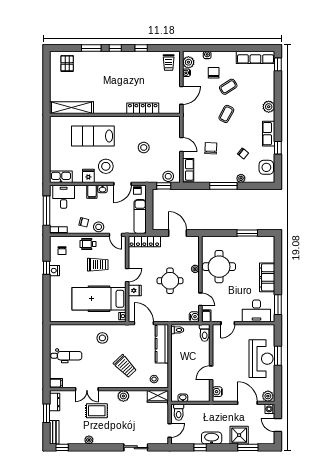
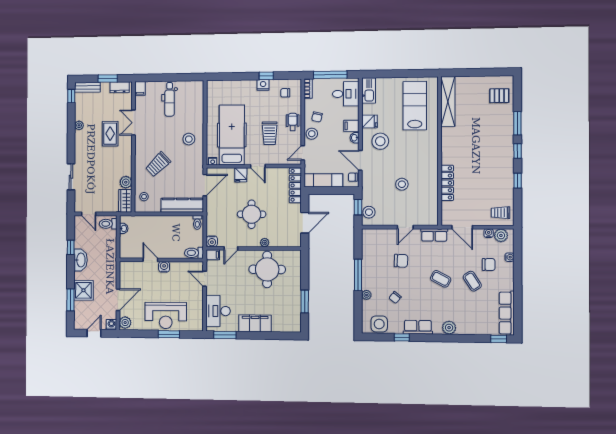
lab bench: (93, 136) -> (415, 106), moved
row of seats: (188, 170) -> (434, 235), moved
water cooler: (217, 392) -> (164, 267), moved
plant: (123, 396) -> (126, 182), moved

